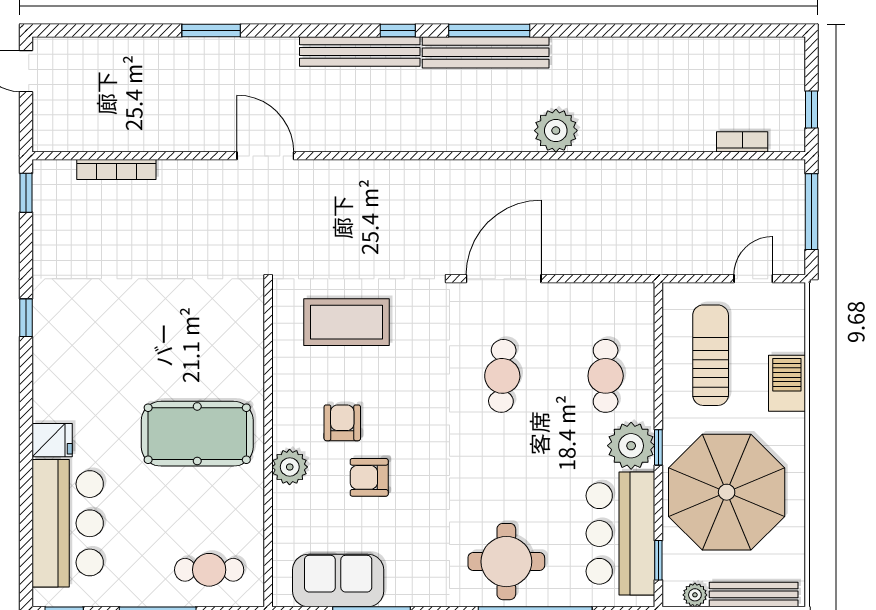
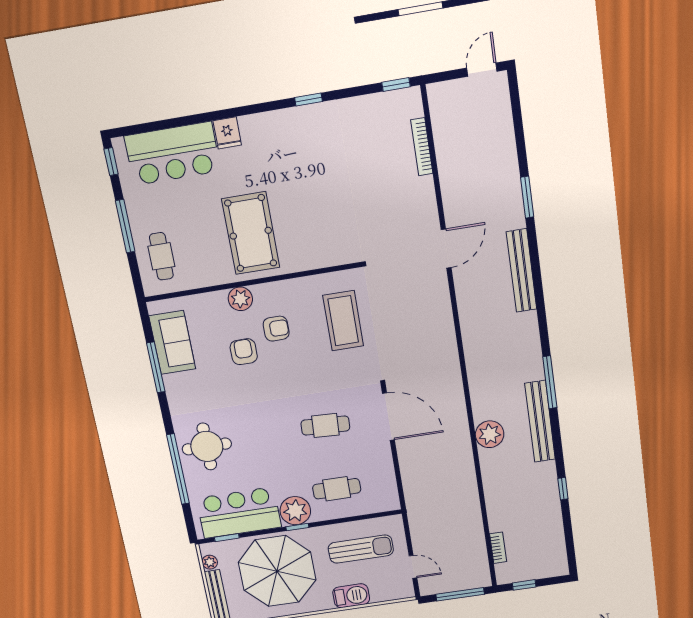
window: (398, 30) -> (563, 489), moved
bench: (360, 52) -> (521, 271), moved
bench: (486, 52) -> (540, 421), moved

